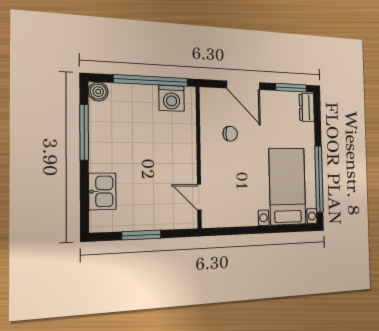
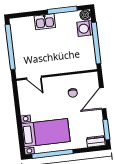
washing machine: (172, 98) -> (85, 29), moved
kitchen sink: (102, 191) -> (45, 22), moved
door: (199, 197) -> (34, 78), swing flipped
window: (141, 235) -> (10, 47), width x2.11

